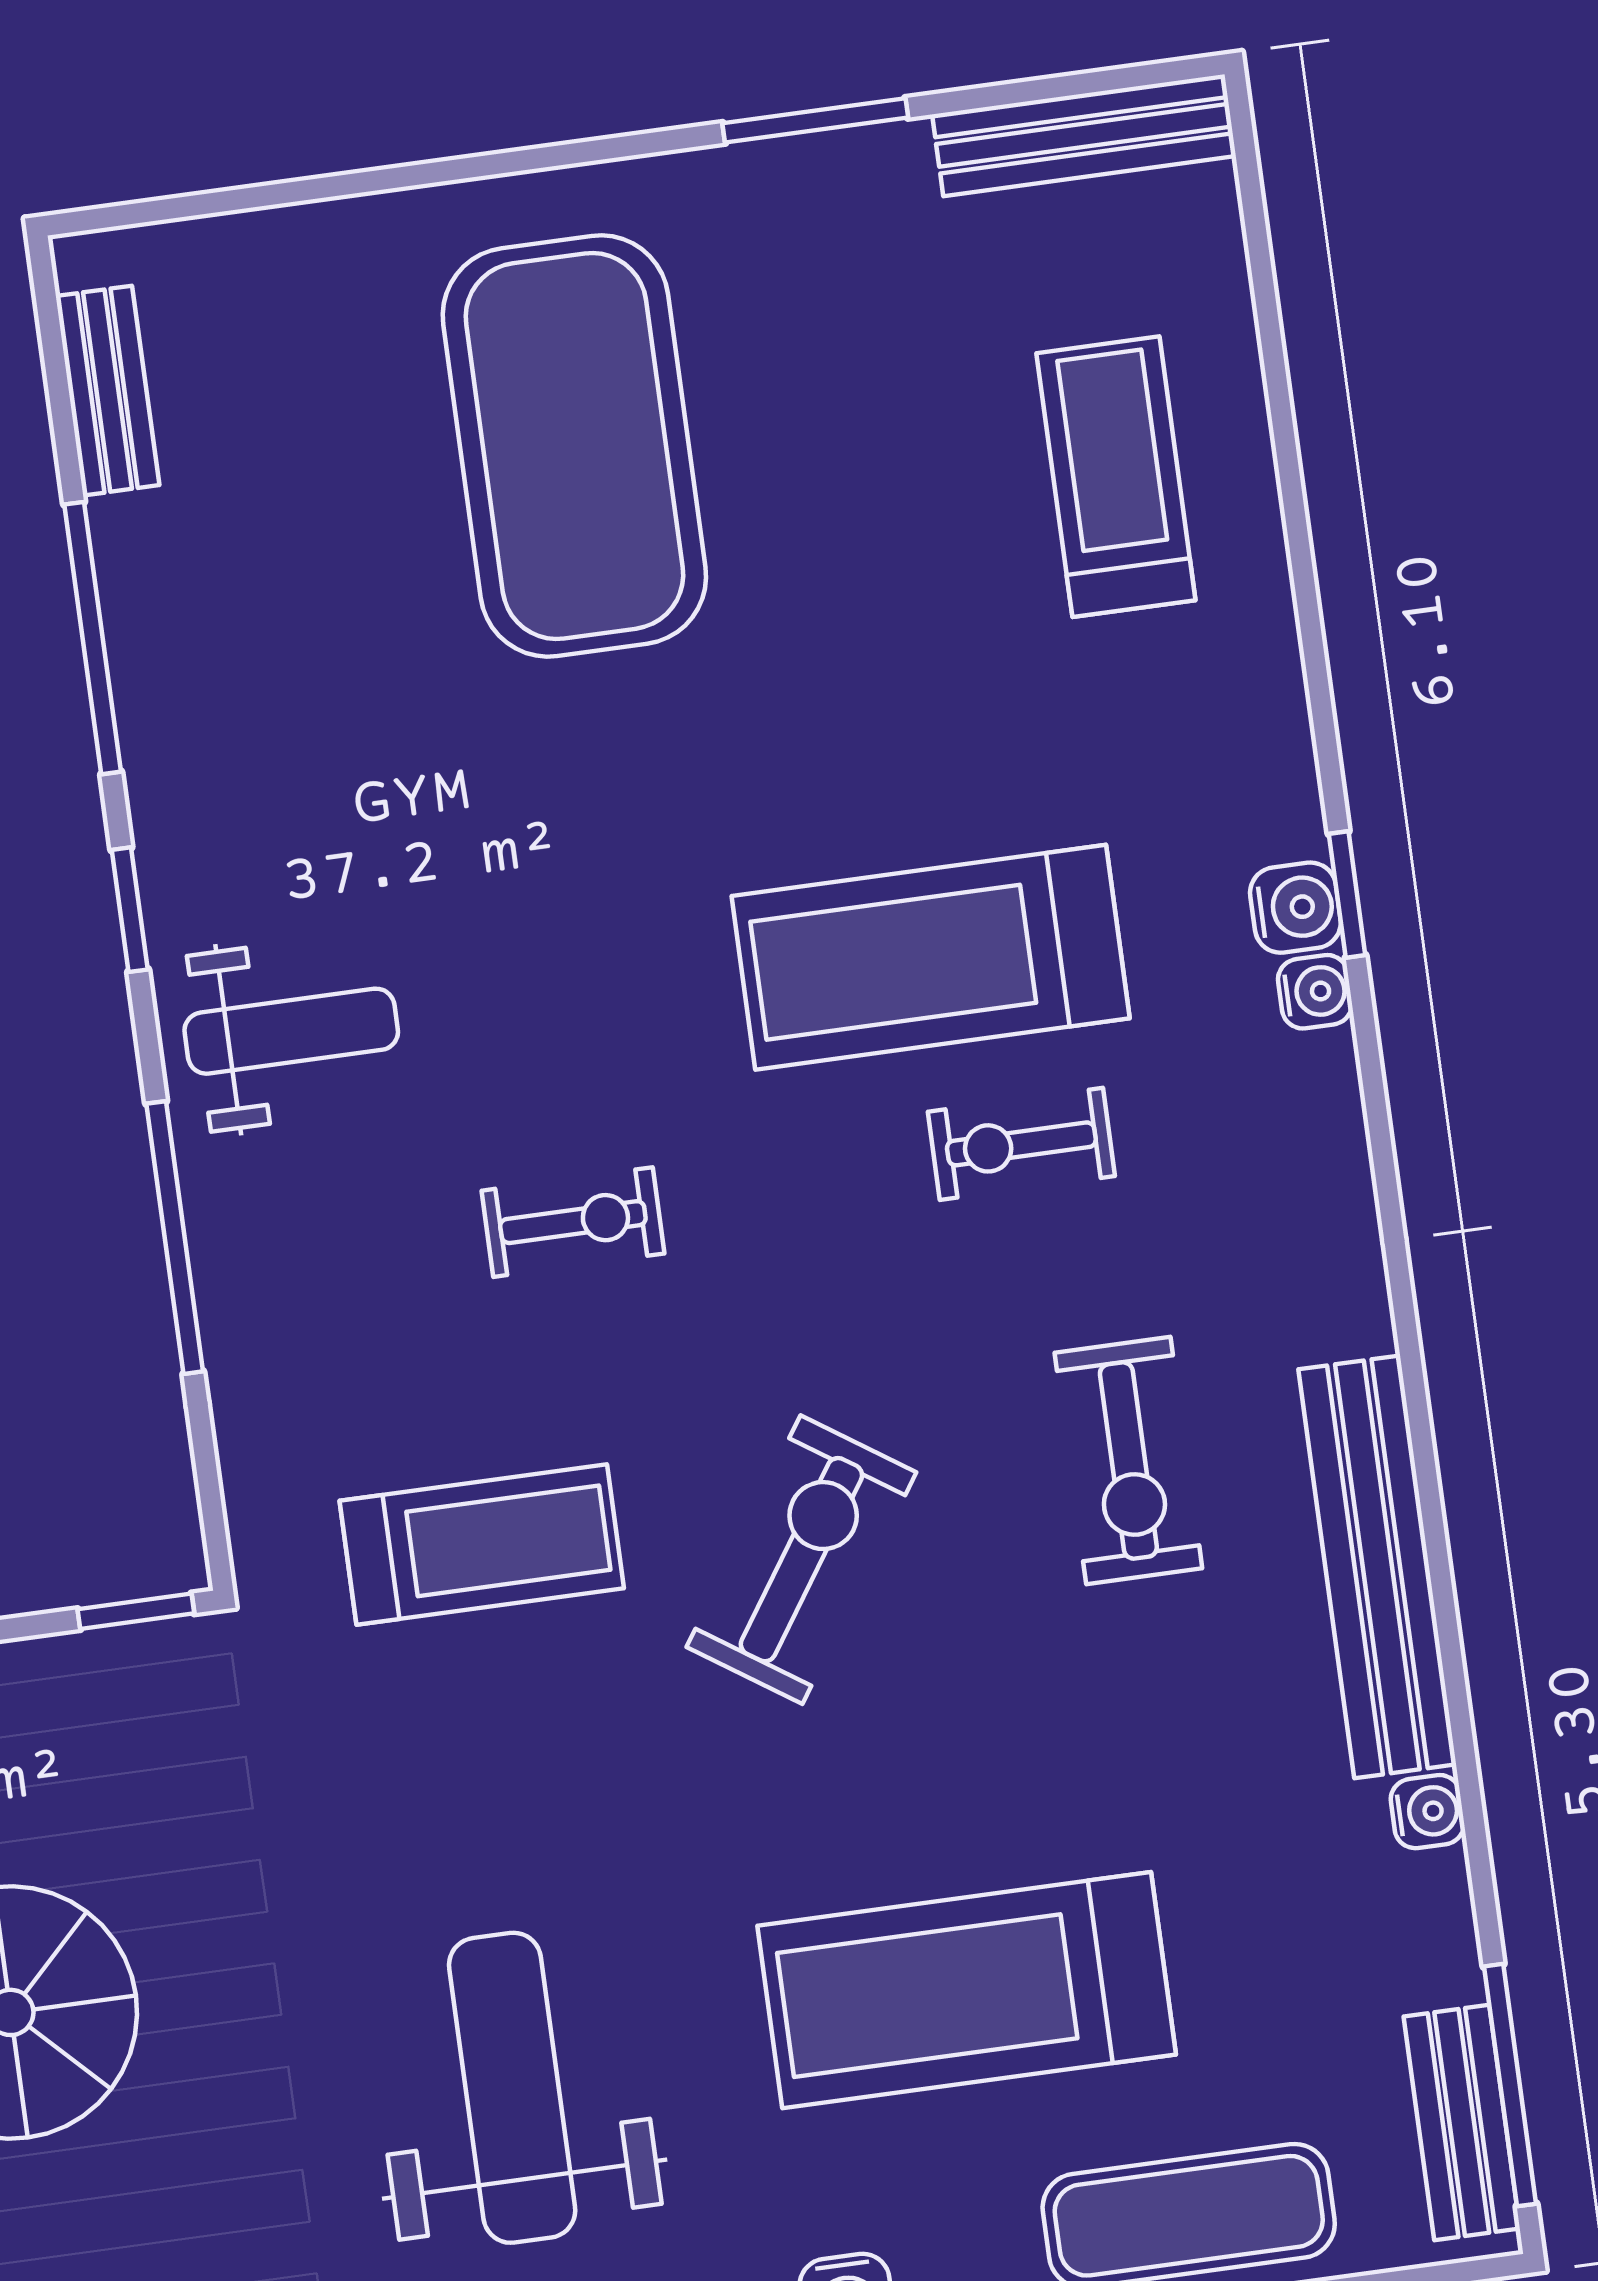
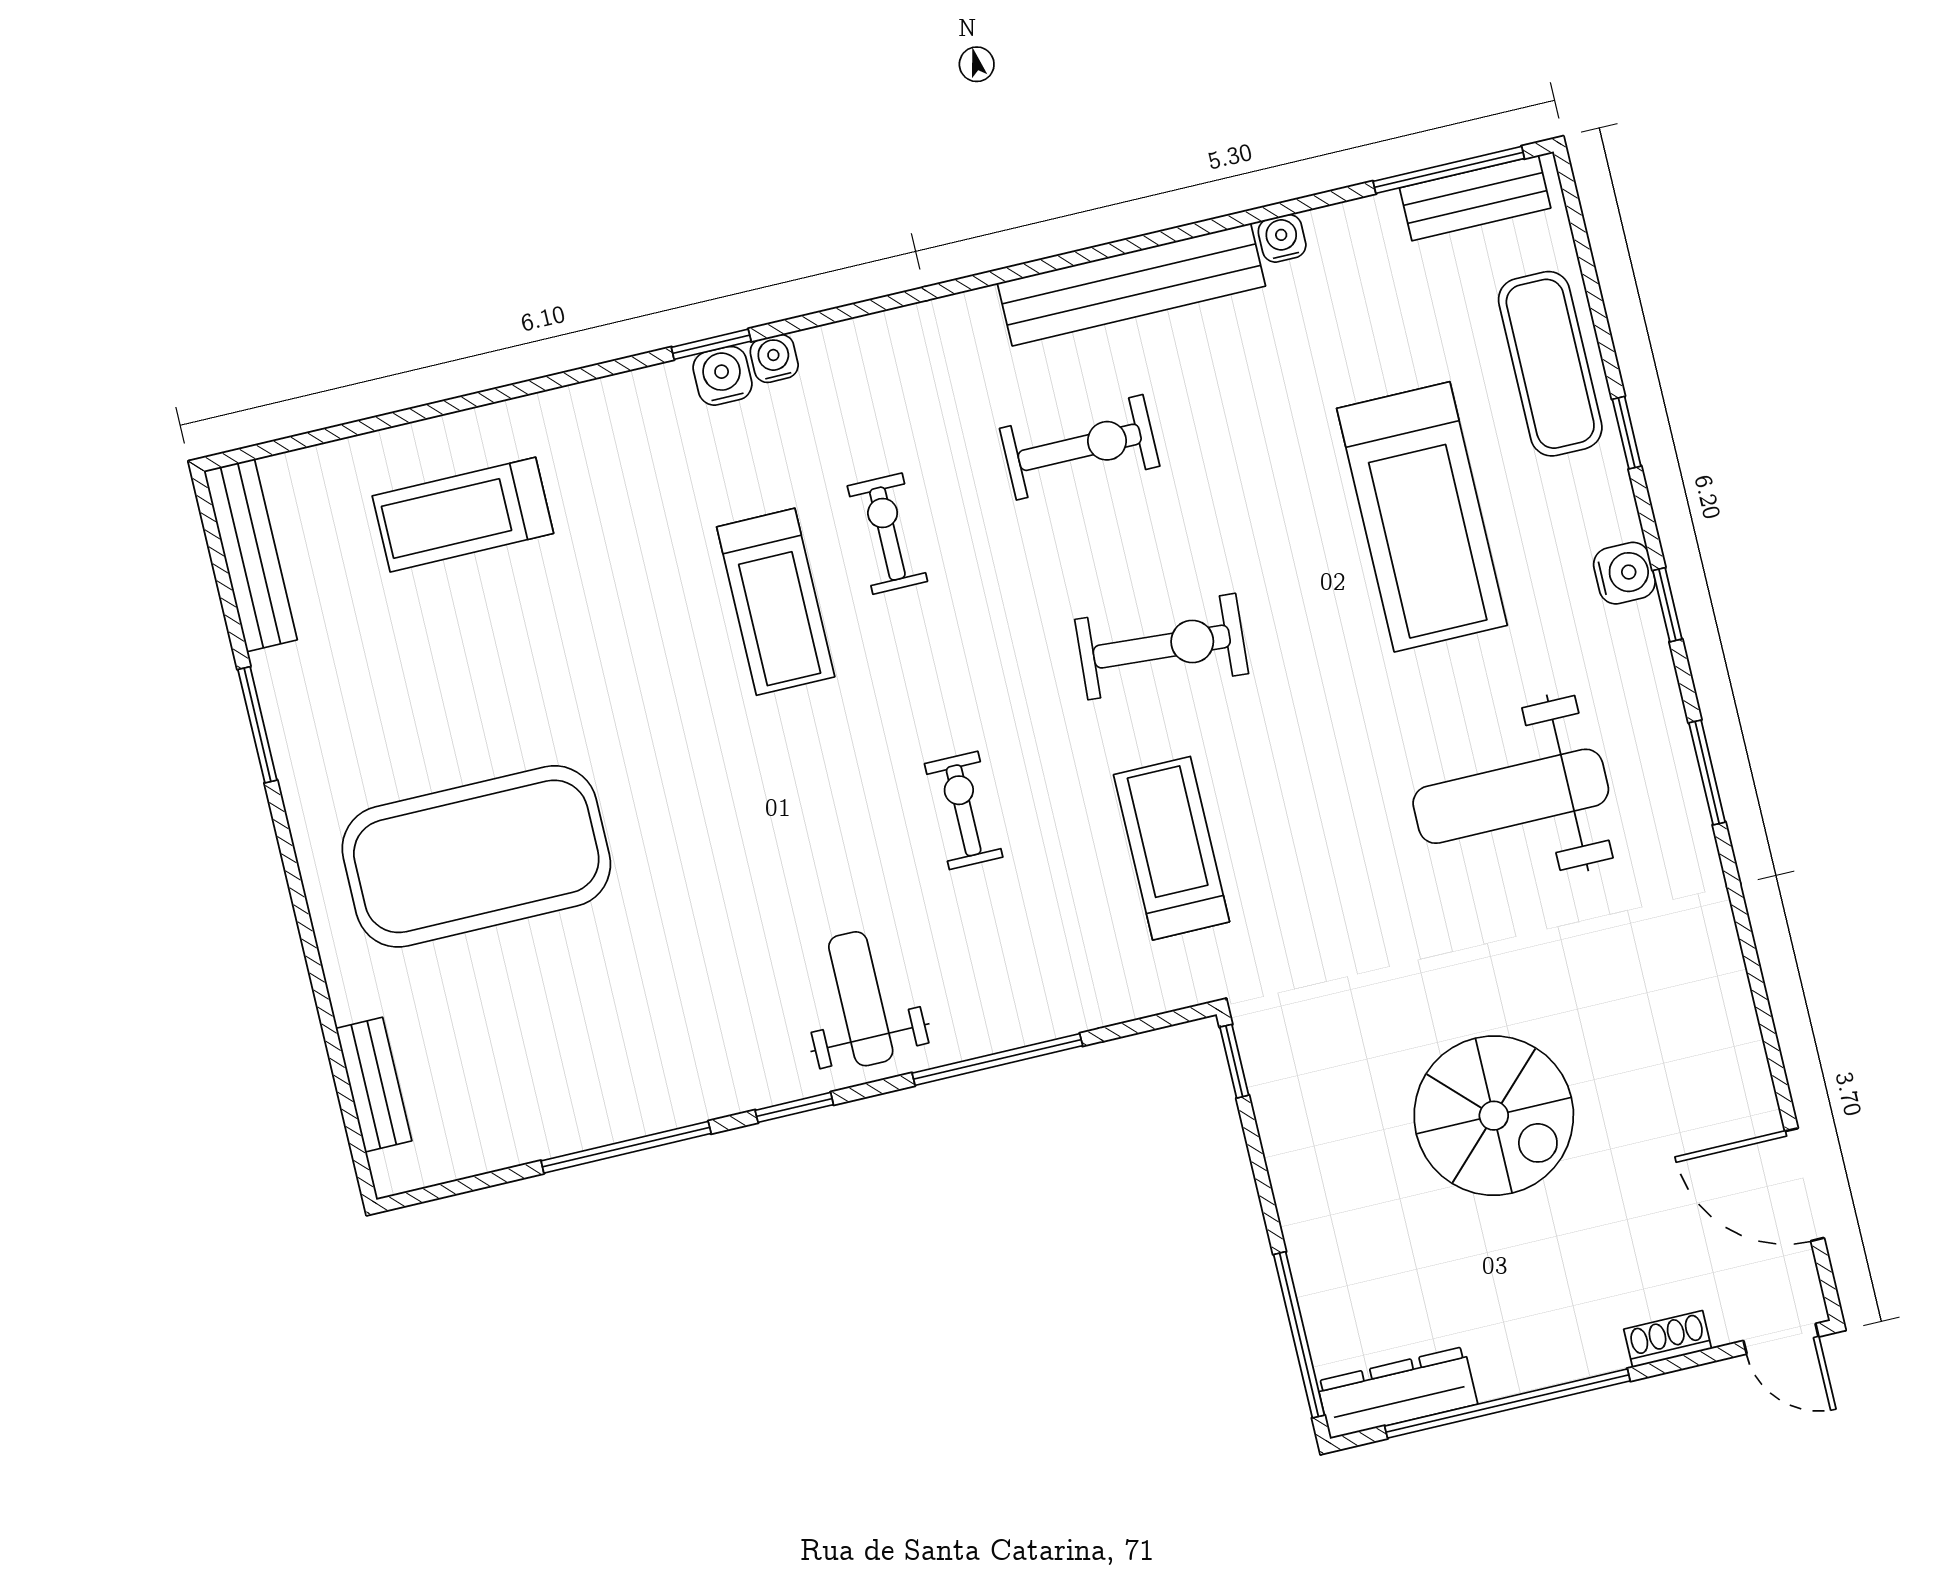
bench: (107, 391) -> (374, 1085), moved, turned 90
treadmill: (931, 957) -> (776, 602), width x0.73, depth x0.73
exercise bike: (1021, 1144) -> (887, 534), turned 180
exercise bike: (801, 1560) -> (1162, 647), turned 150

